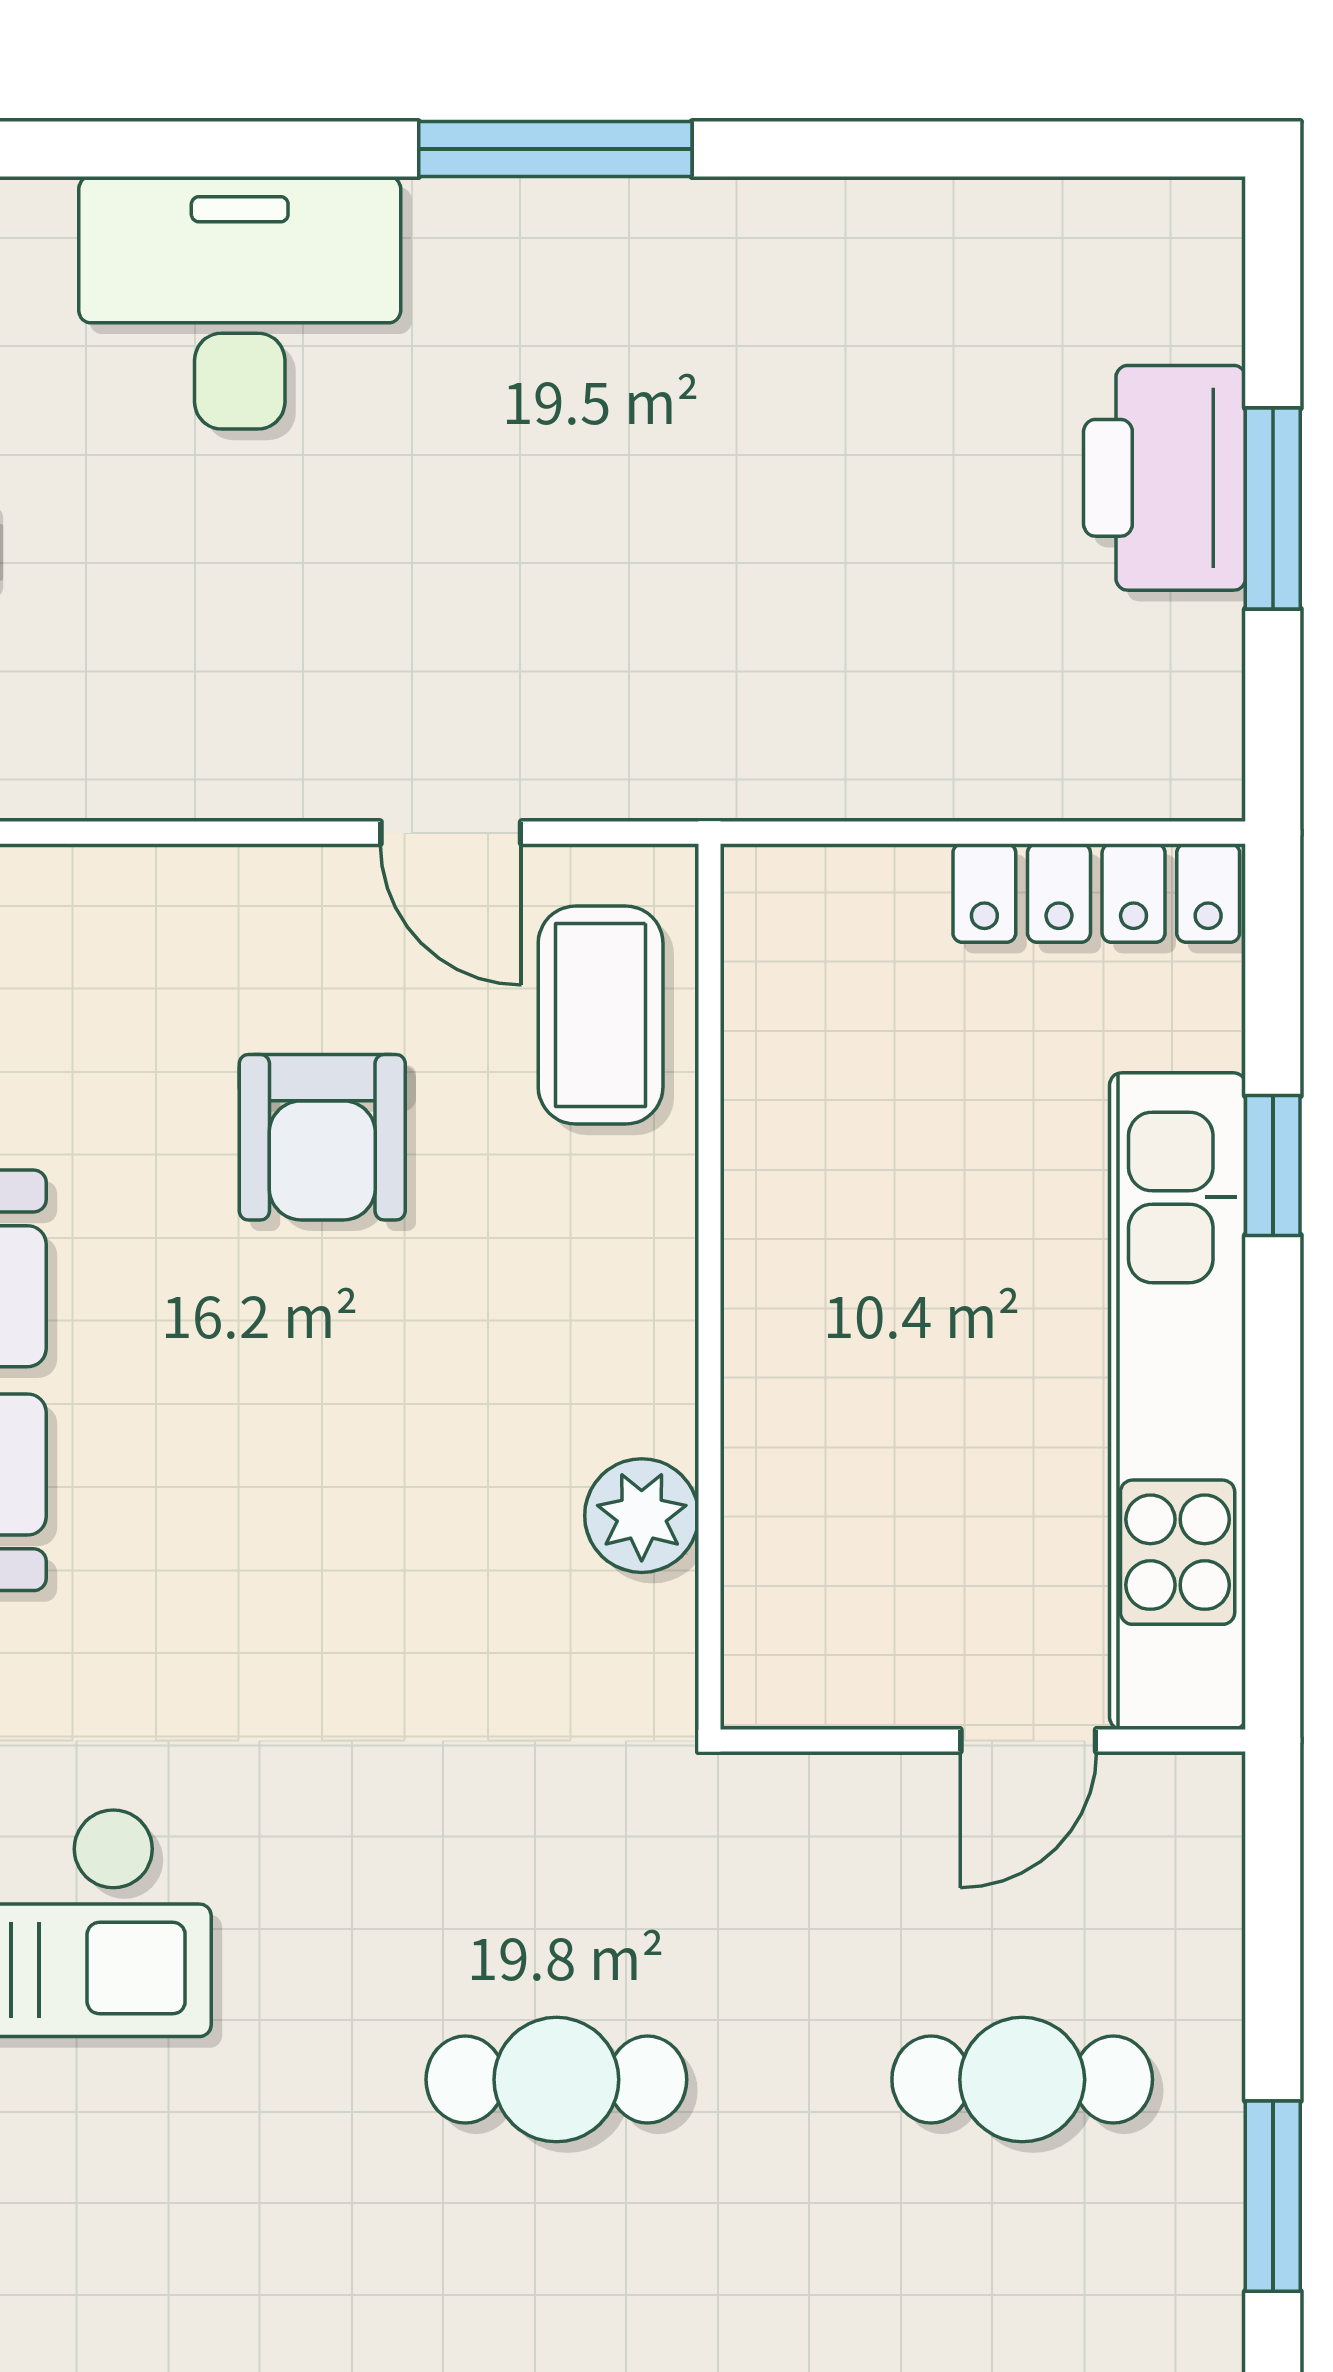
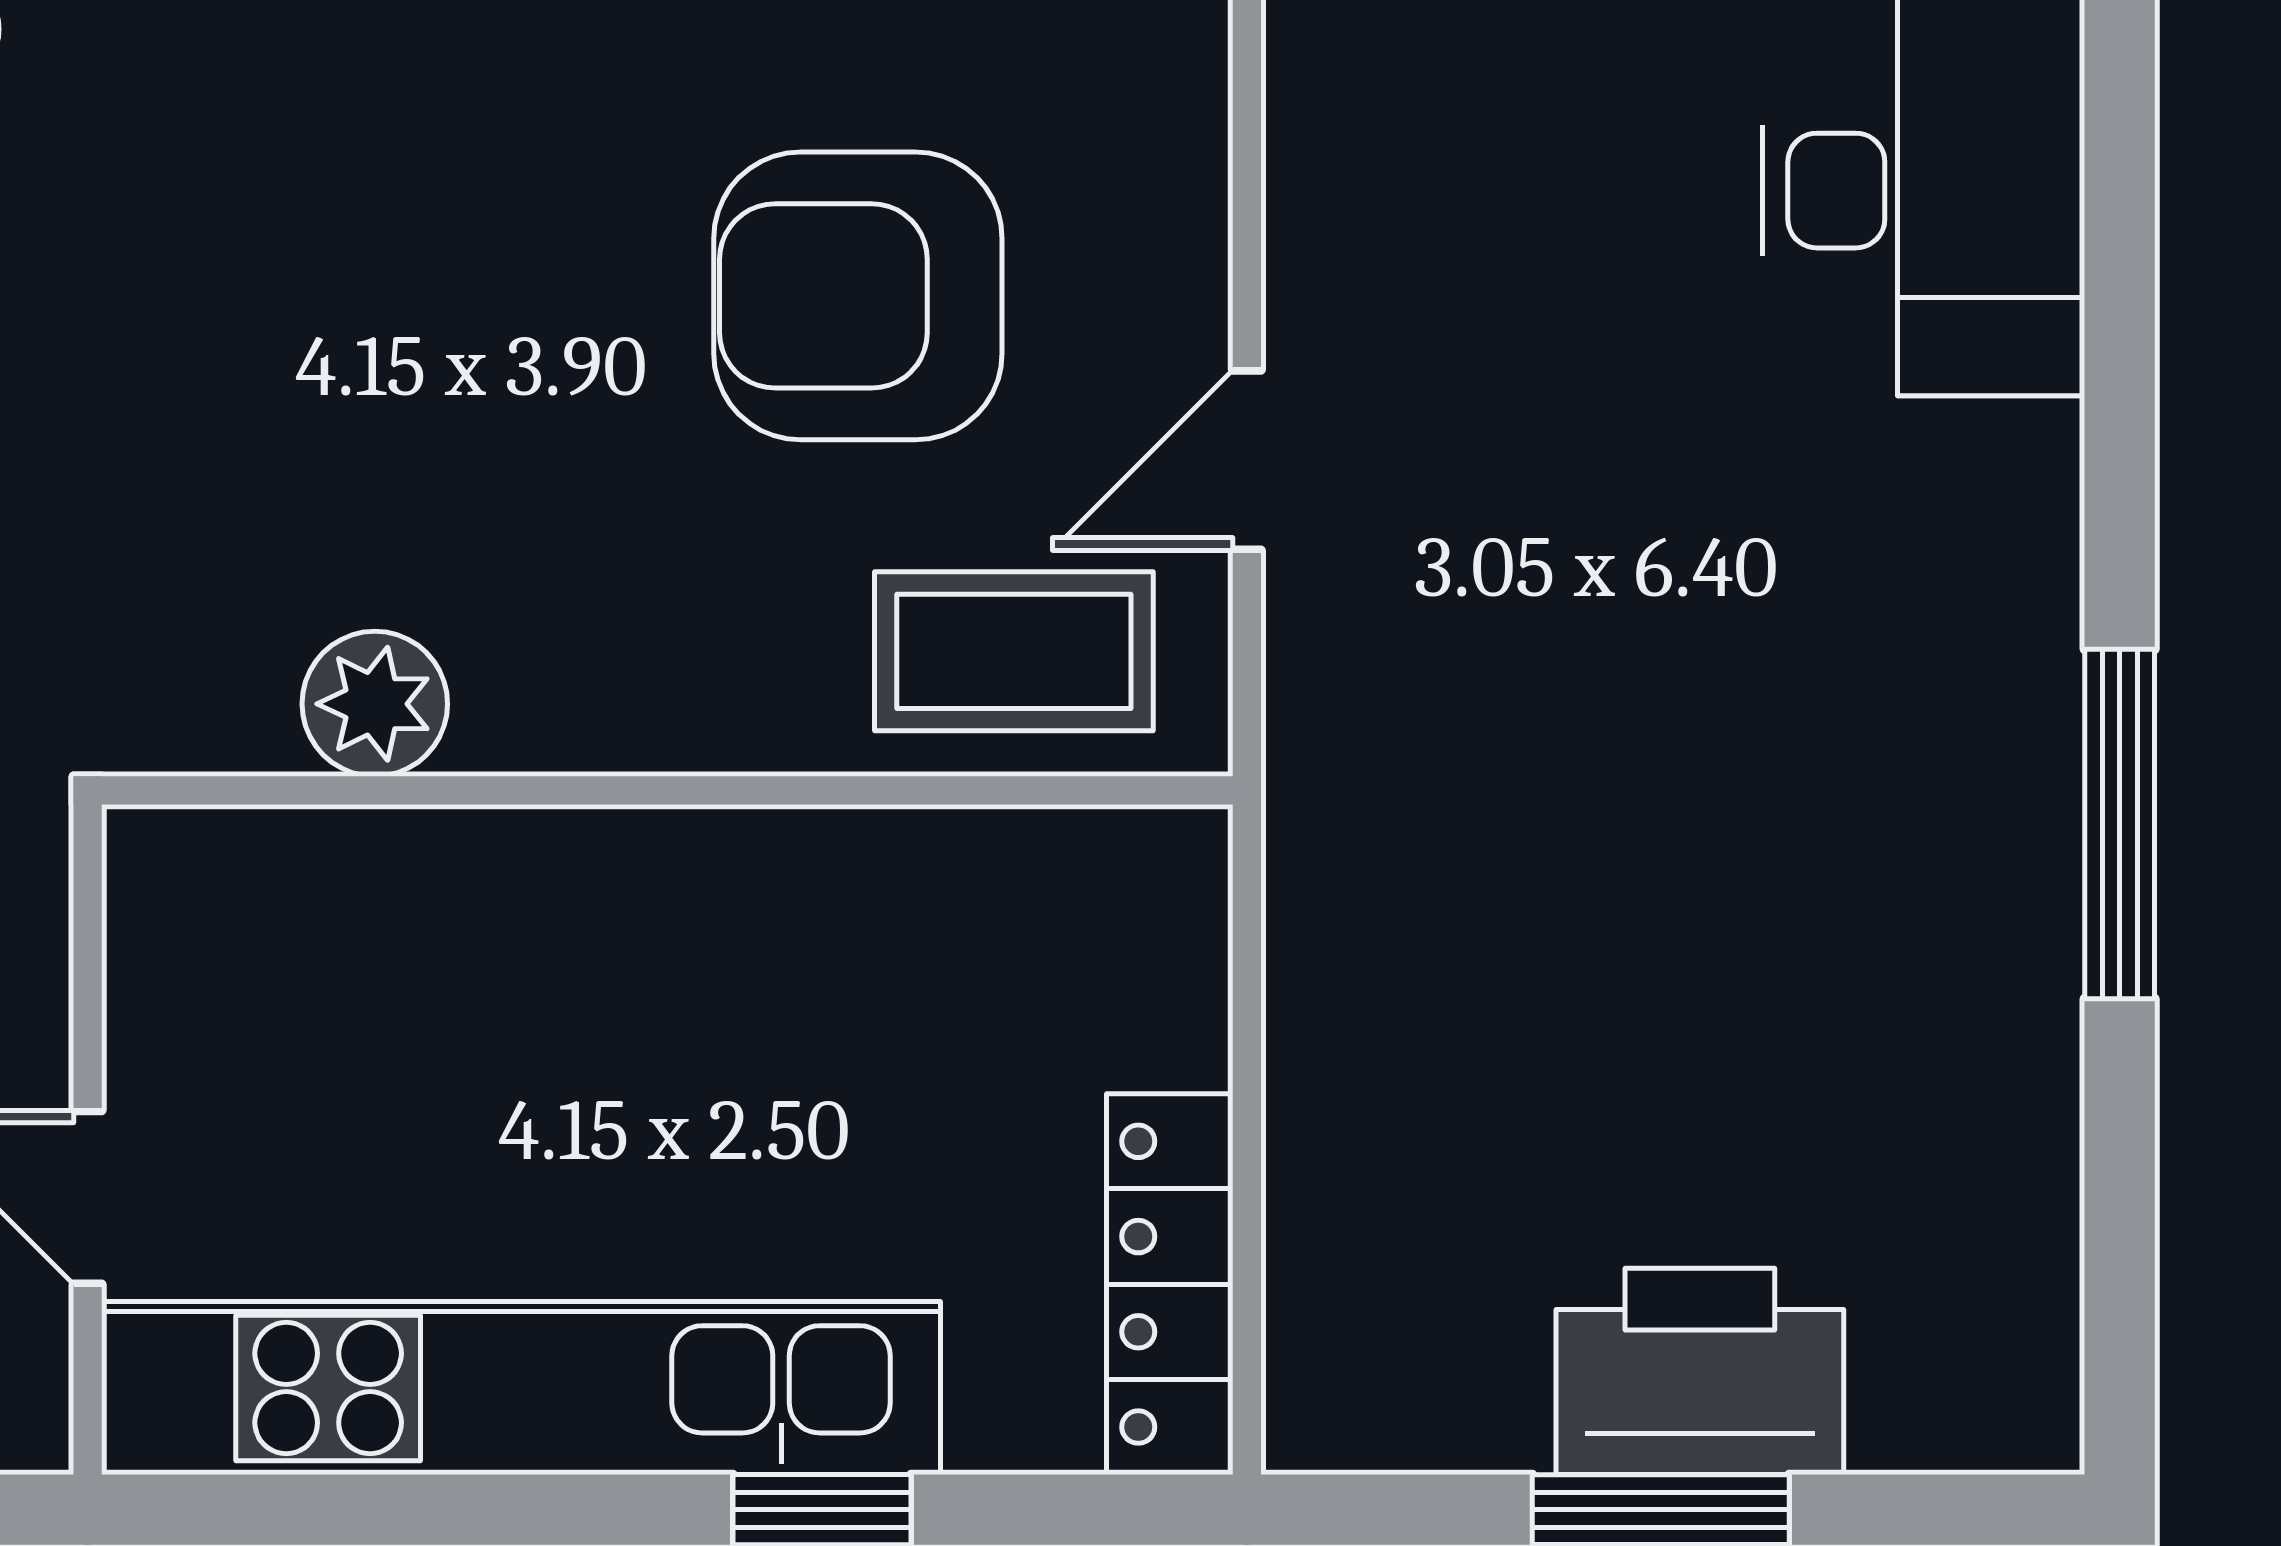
window: (555, 149) -> (2120, 824), moved
armchair: (322, 1137) -> (858, 296), width x1.36, depth x1.36

